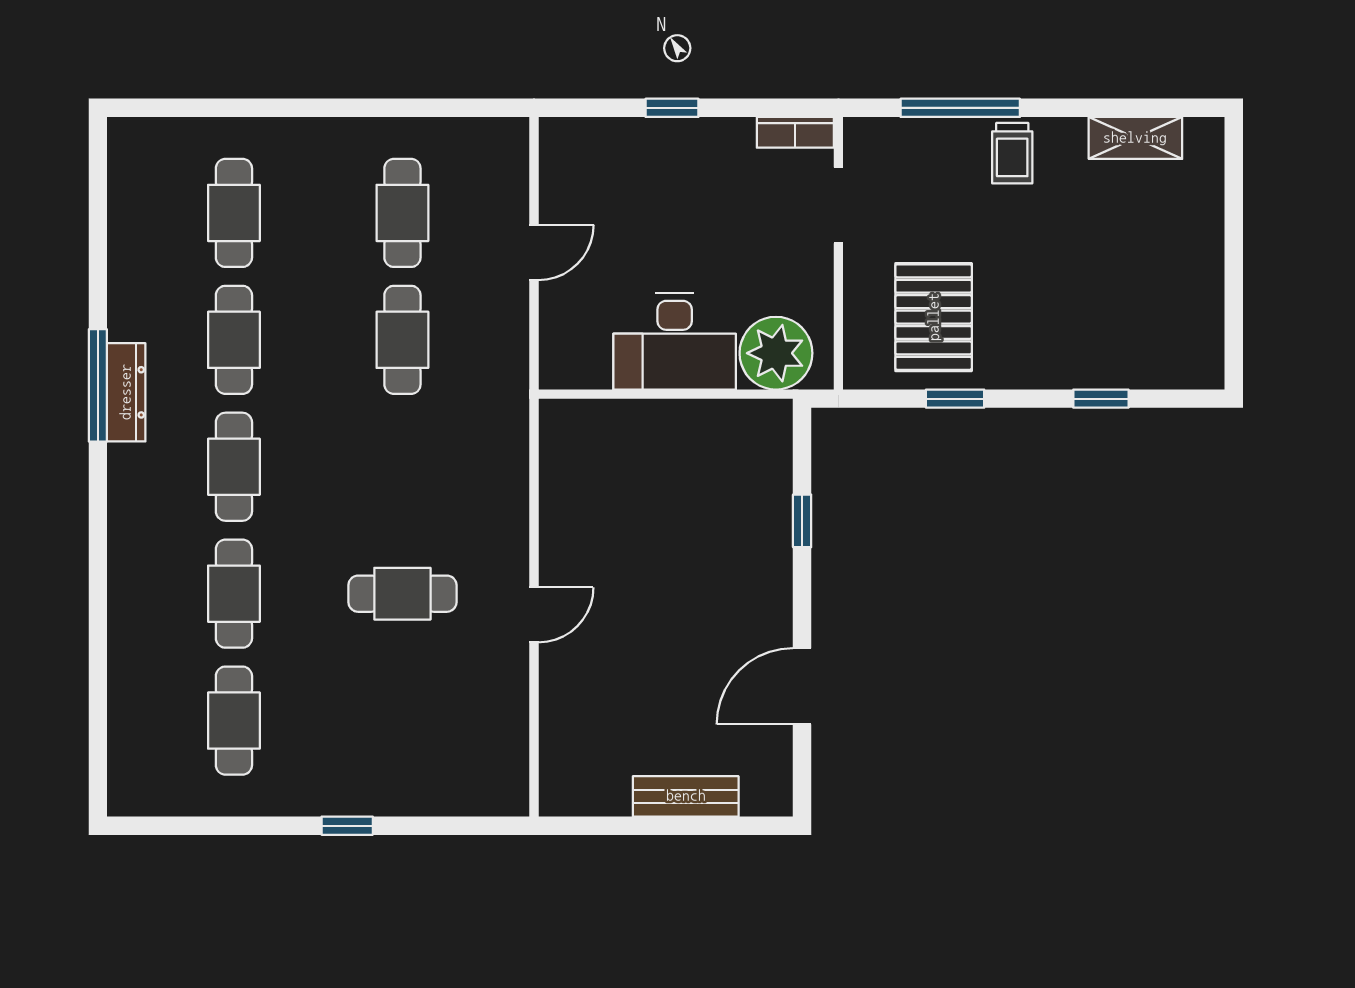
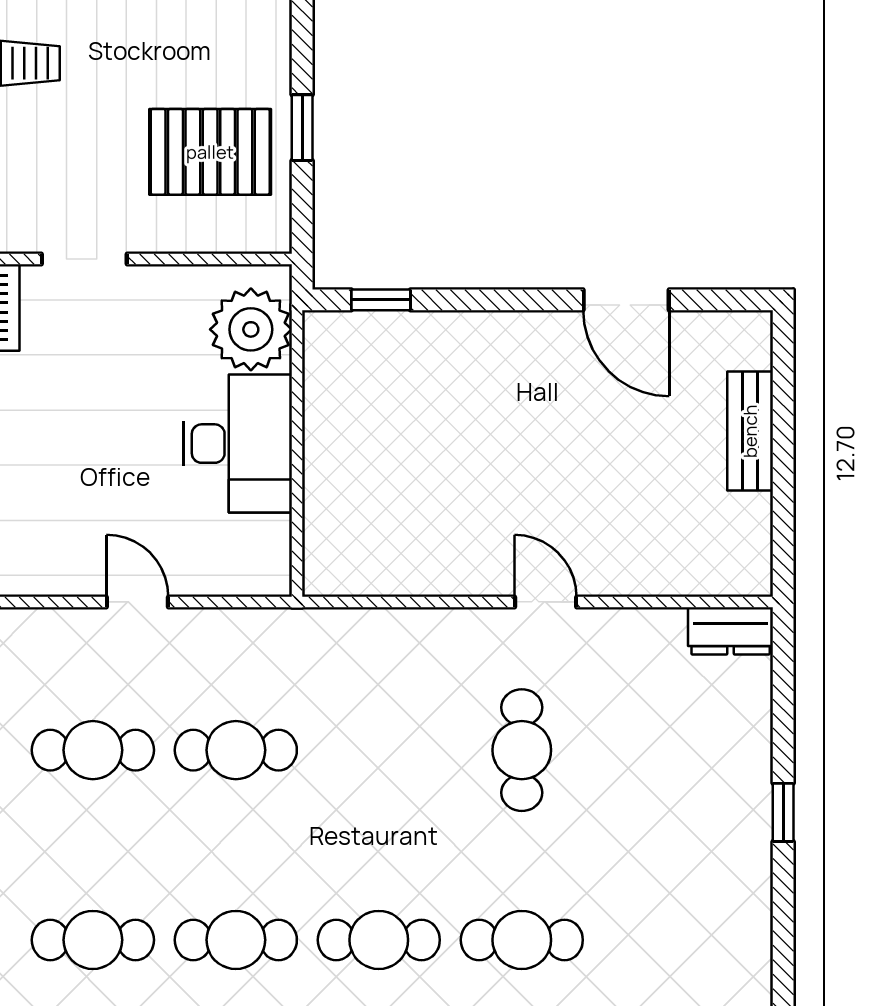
window: (802, 521) -> (381, 300), moved
cafe table: (234, 721) -> (665, 940), removed
dresser: (508, 779) -> (731, 631), added

